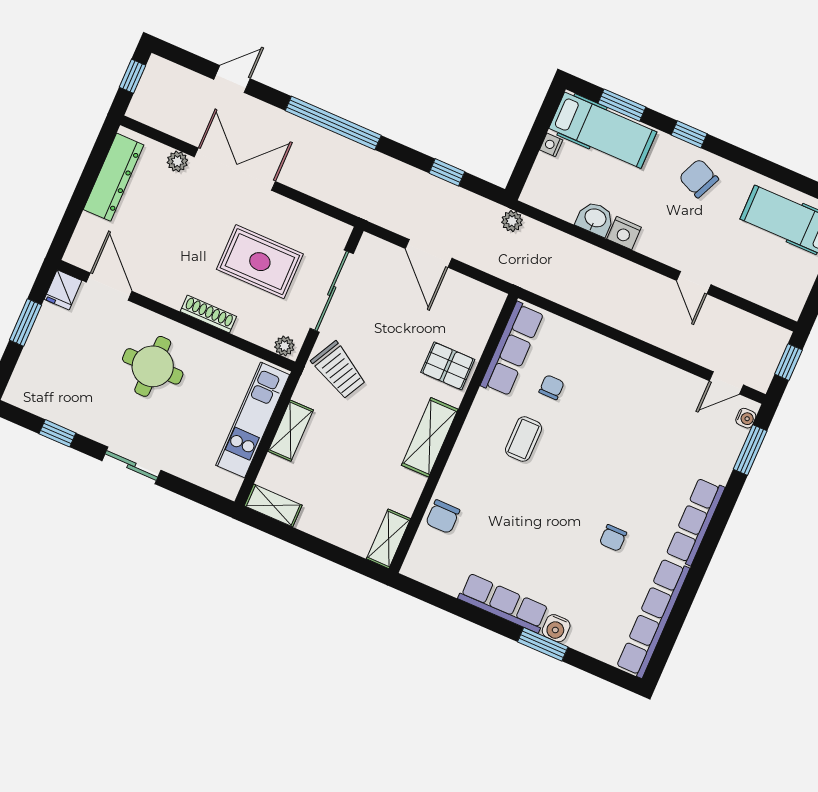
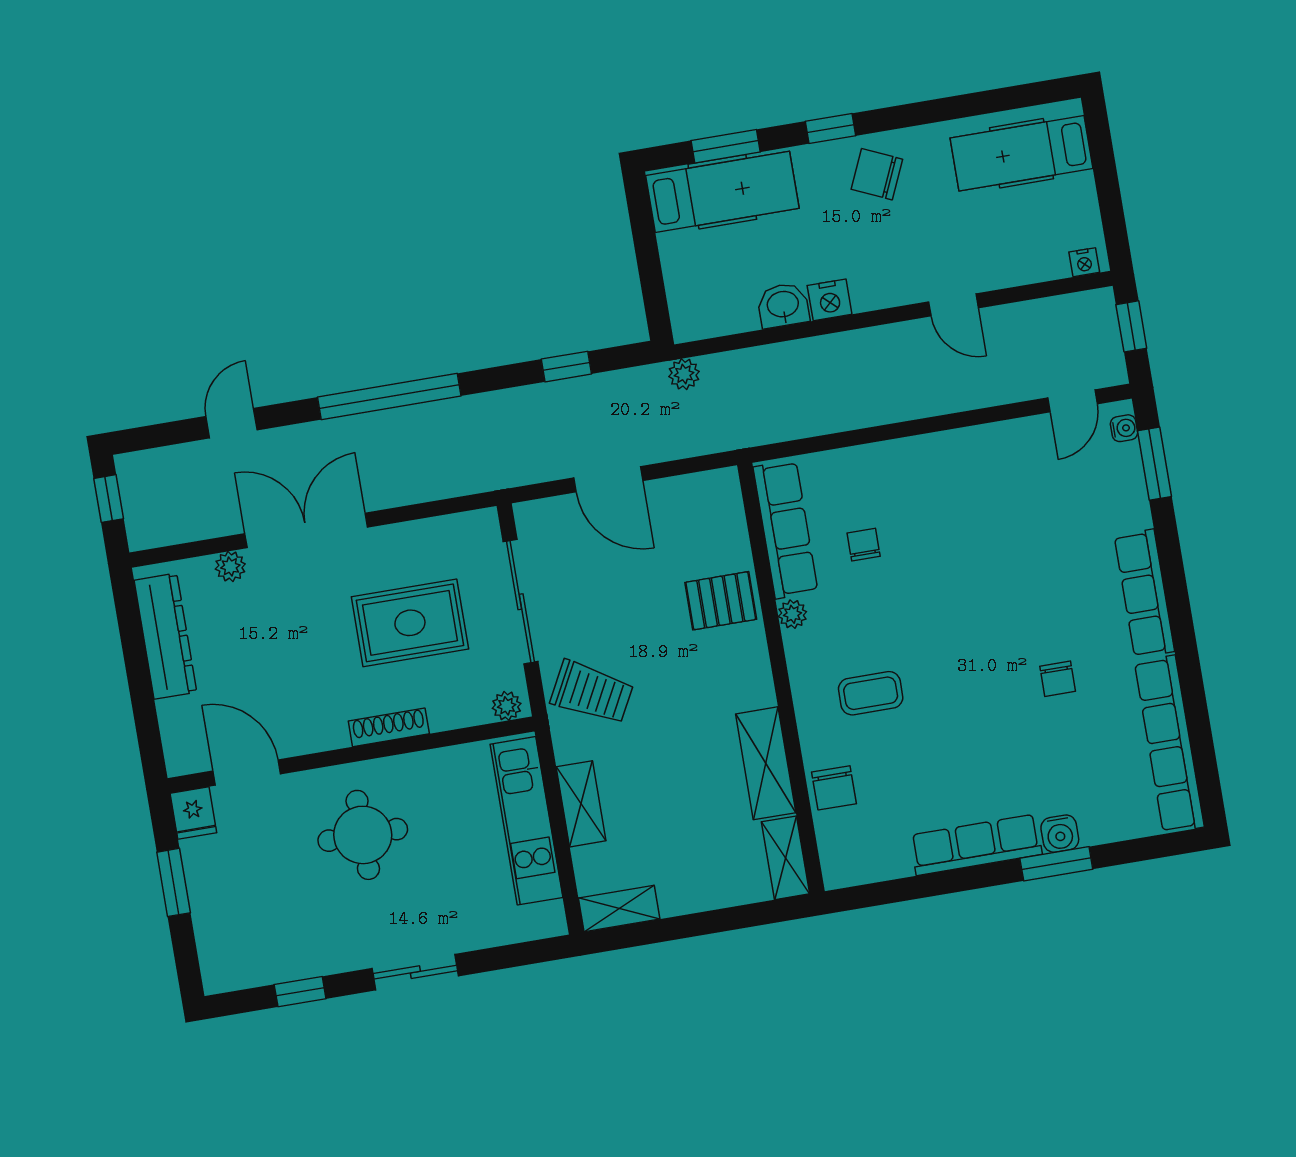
nightstand: (551, 145) -> (1084, 262), moved, turned -90
plant: (484, 401) -> (792, 614), added
shelving: (430, 437) -> (766, 763), moved
coffee table: (524, 439) -> (871, 693), moved, turned 90

